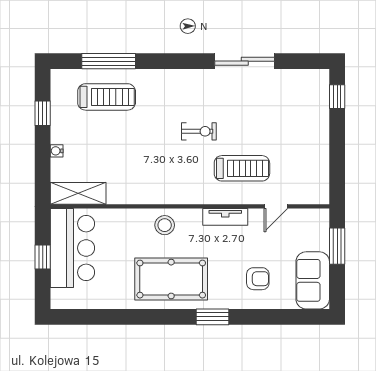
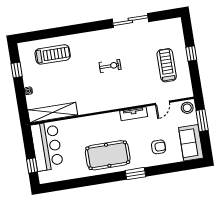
window: (109, 61) -> (50, 33), removed
window: (337, 97) -> (191, 54), moved
treadmill: (242, 168) -> (167, 65), moved, turned -90
shelving: (78, 193) -> (53, 113), width x1.47
stool: (165, 225) -> (187, 108), moved
window: (43, 257) -> (32, 165), moved

